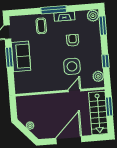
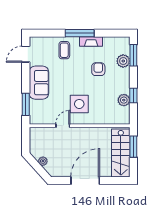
plant: (93, 16) -> (123, 61), moved
window: (9, 57) -> (26, 104), moved
side table: (72, 66) -> (79, 104), moved
plant: (98, 76) -> (124, 100), moved
door: (75, 90) -> (63, 126), moved

